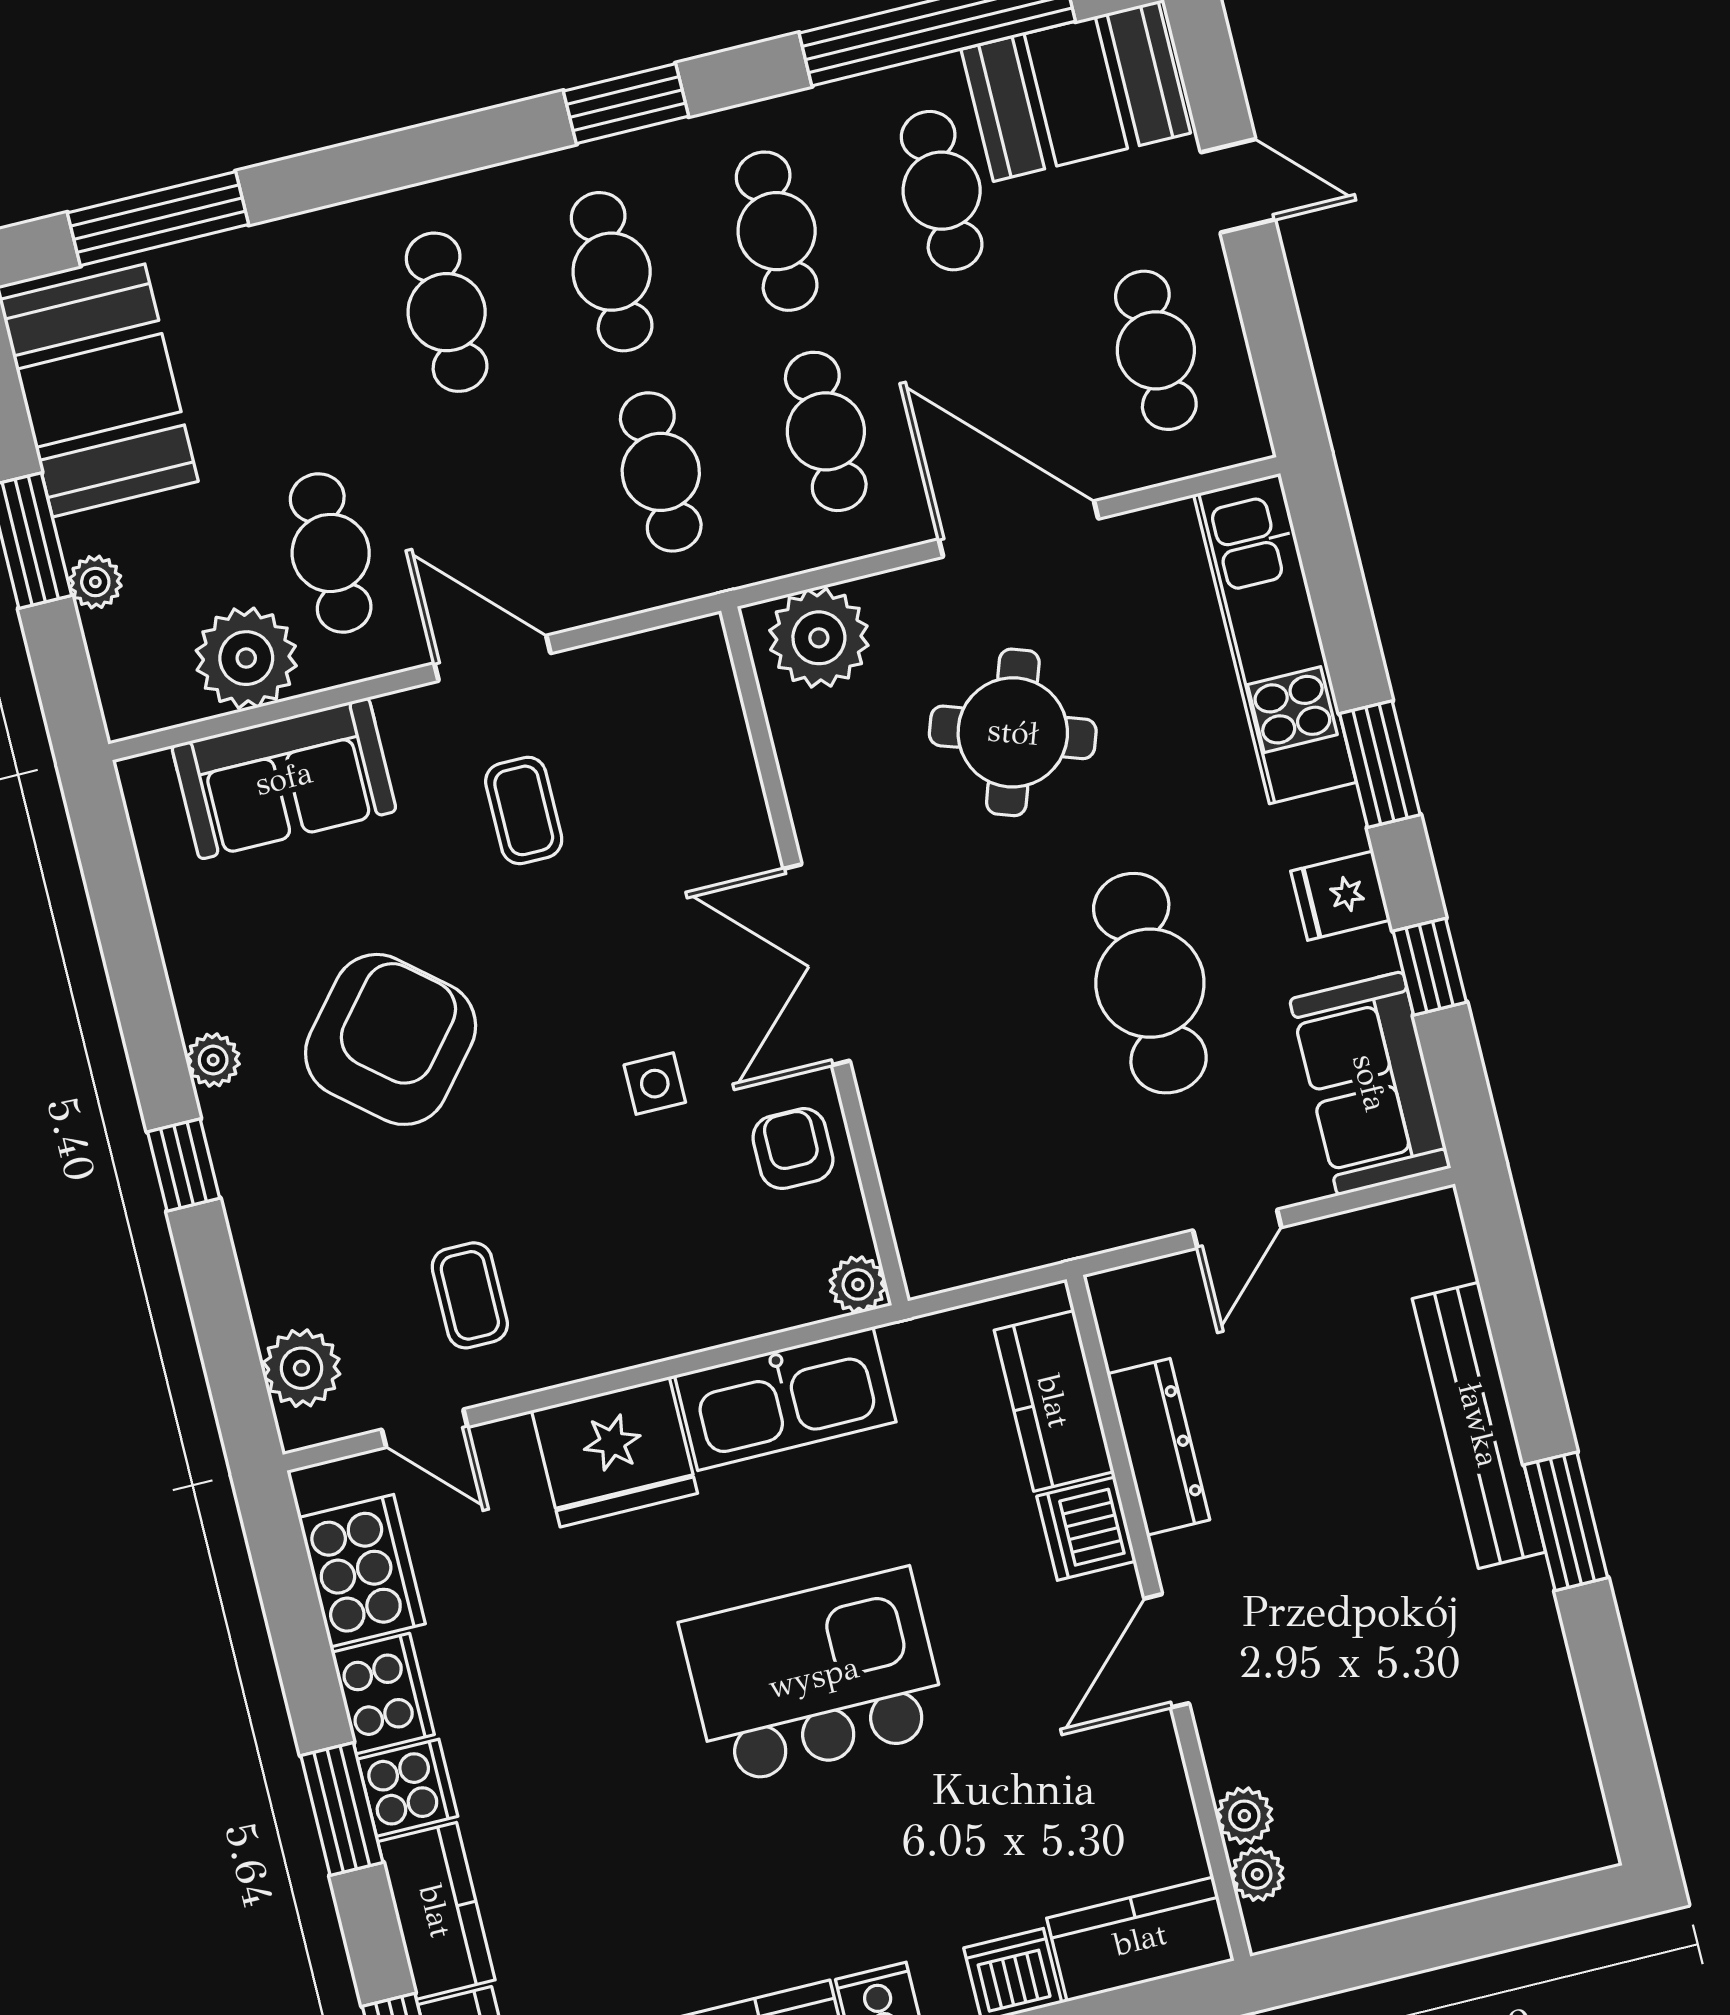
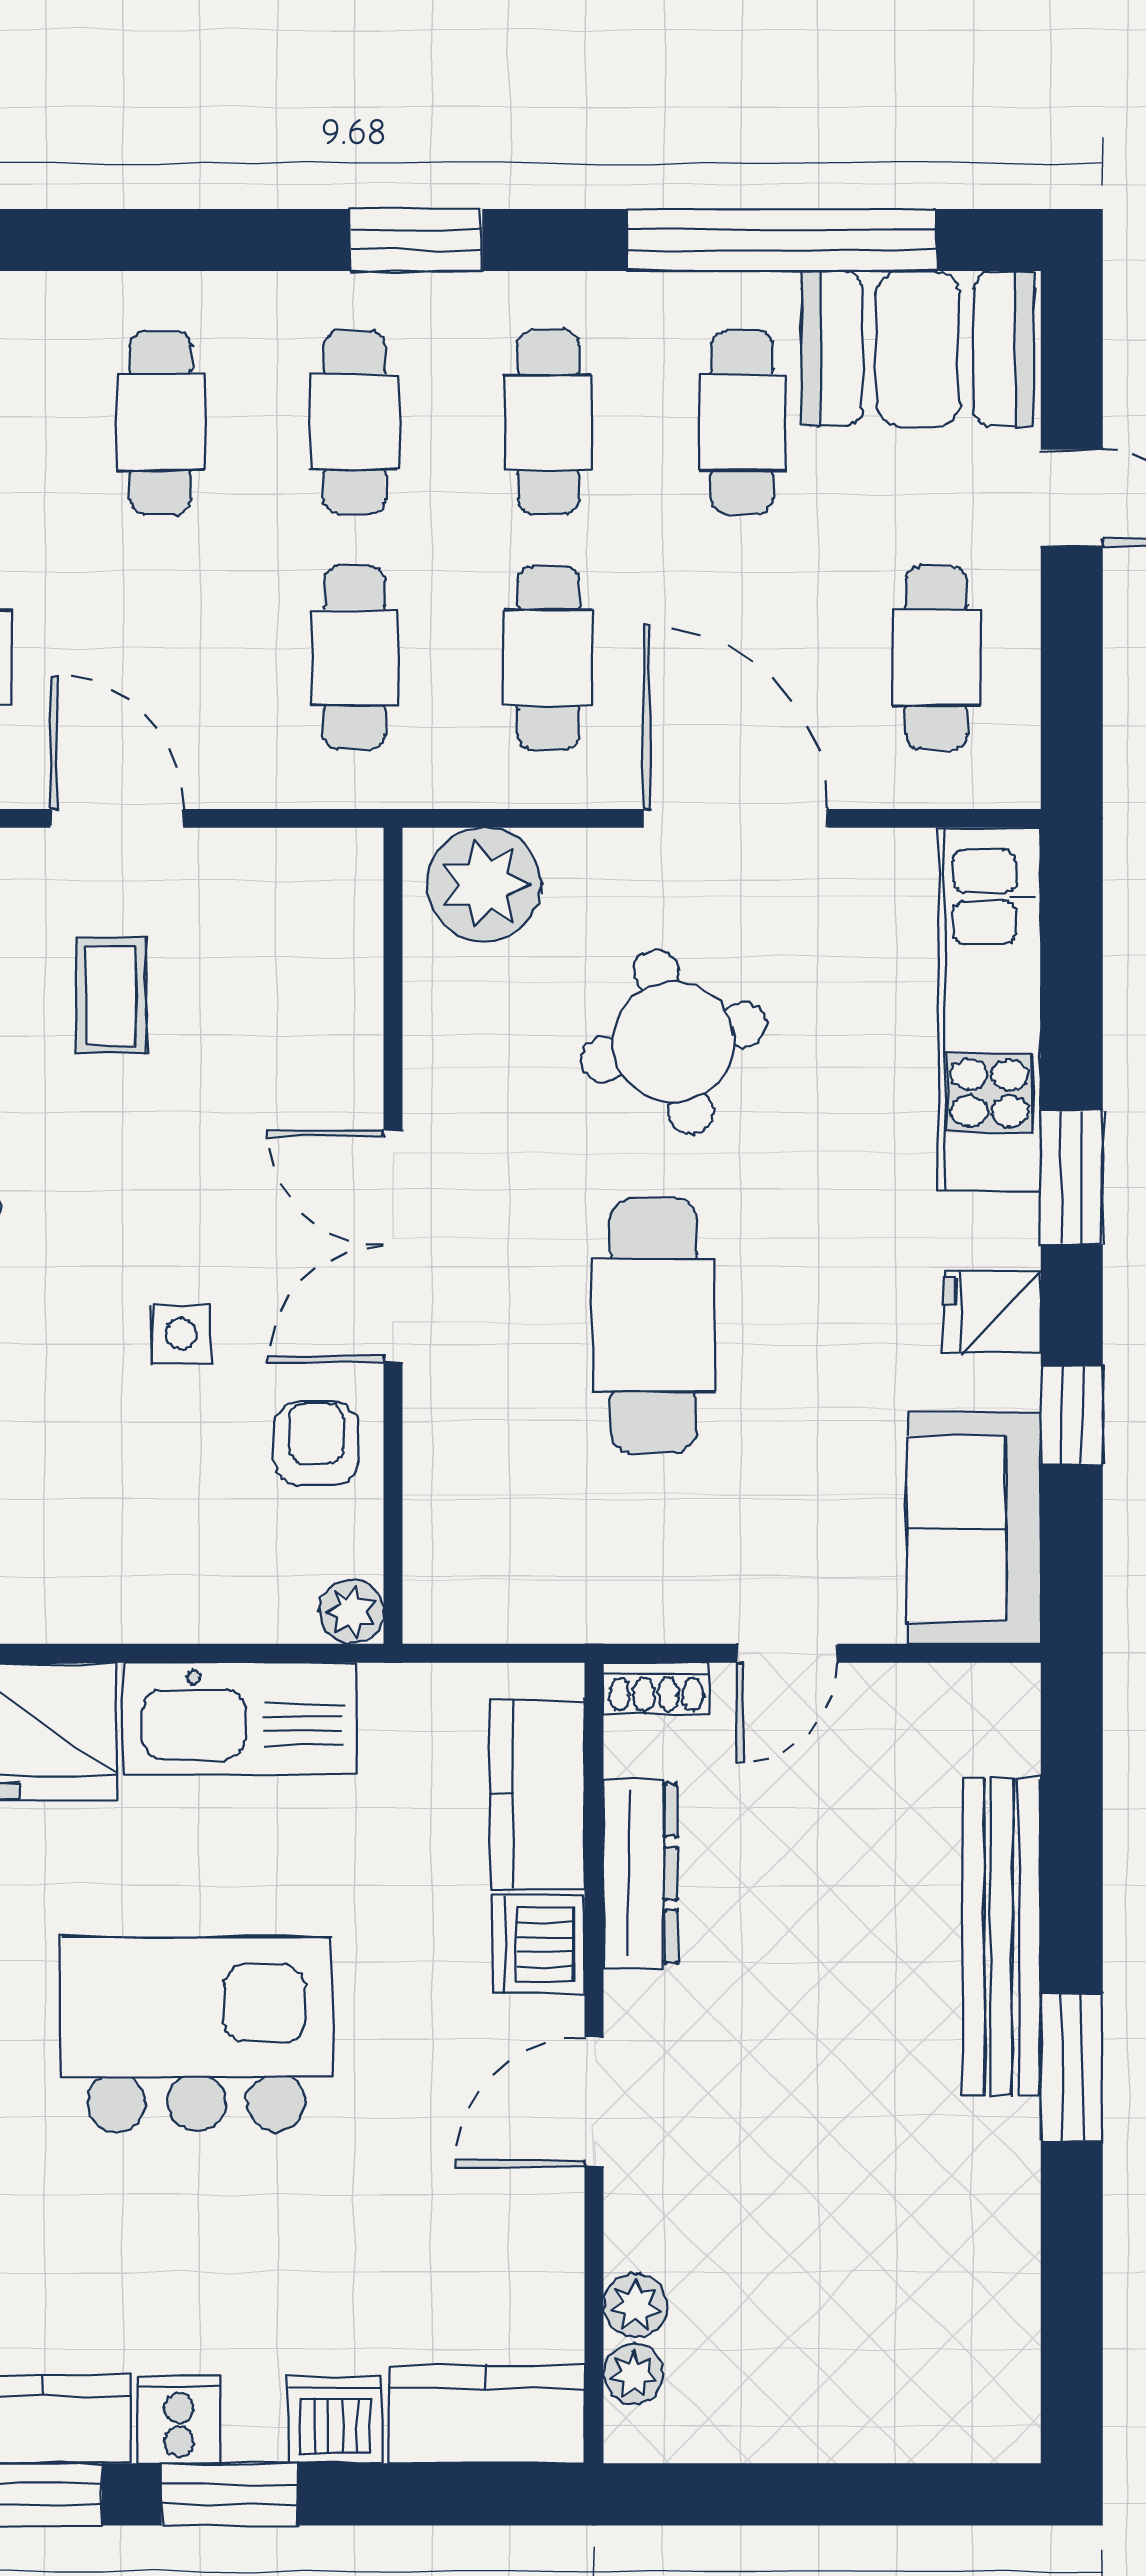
round table: (1013, 732) -> (674, 1042), turned -33
cafe table: (1150, 983) -> (653, 1326), moved
shoe rack: (1133, 1286) -> (656, 1688), added

